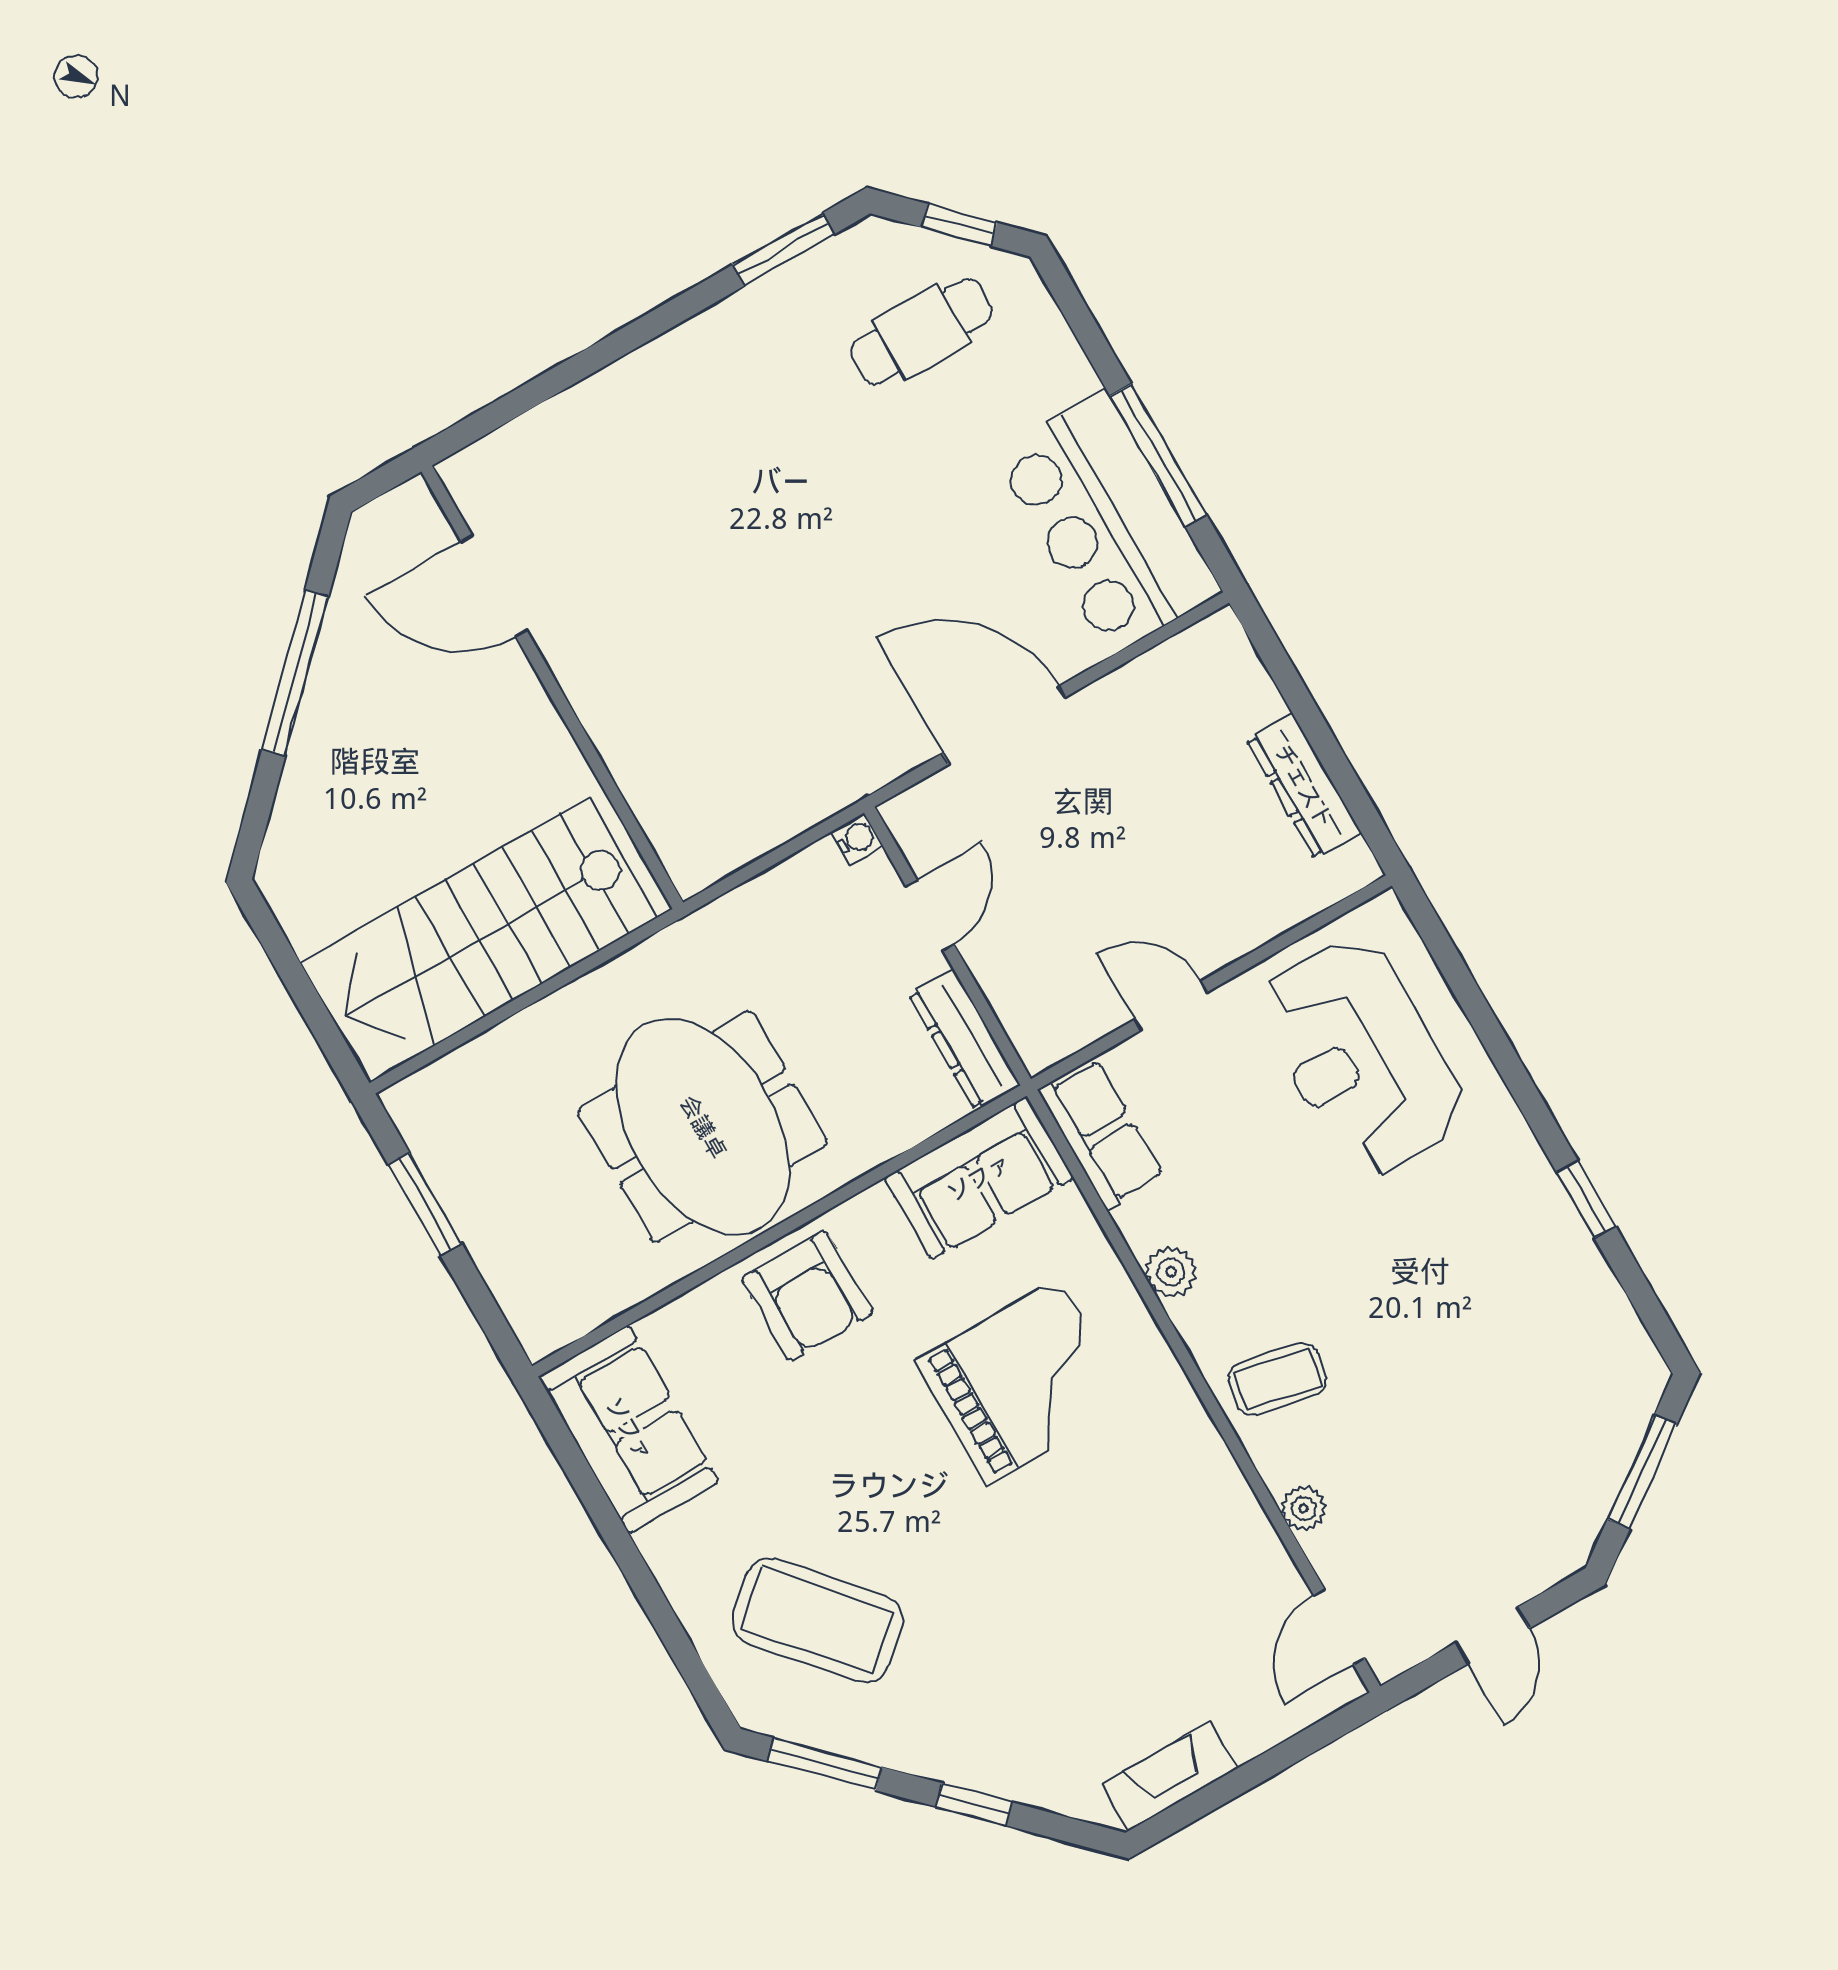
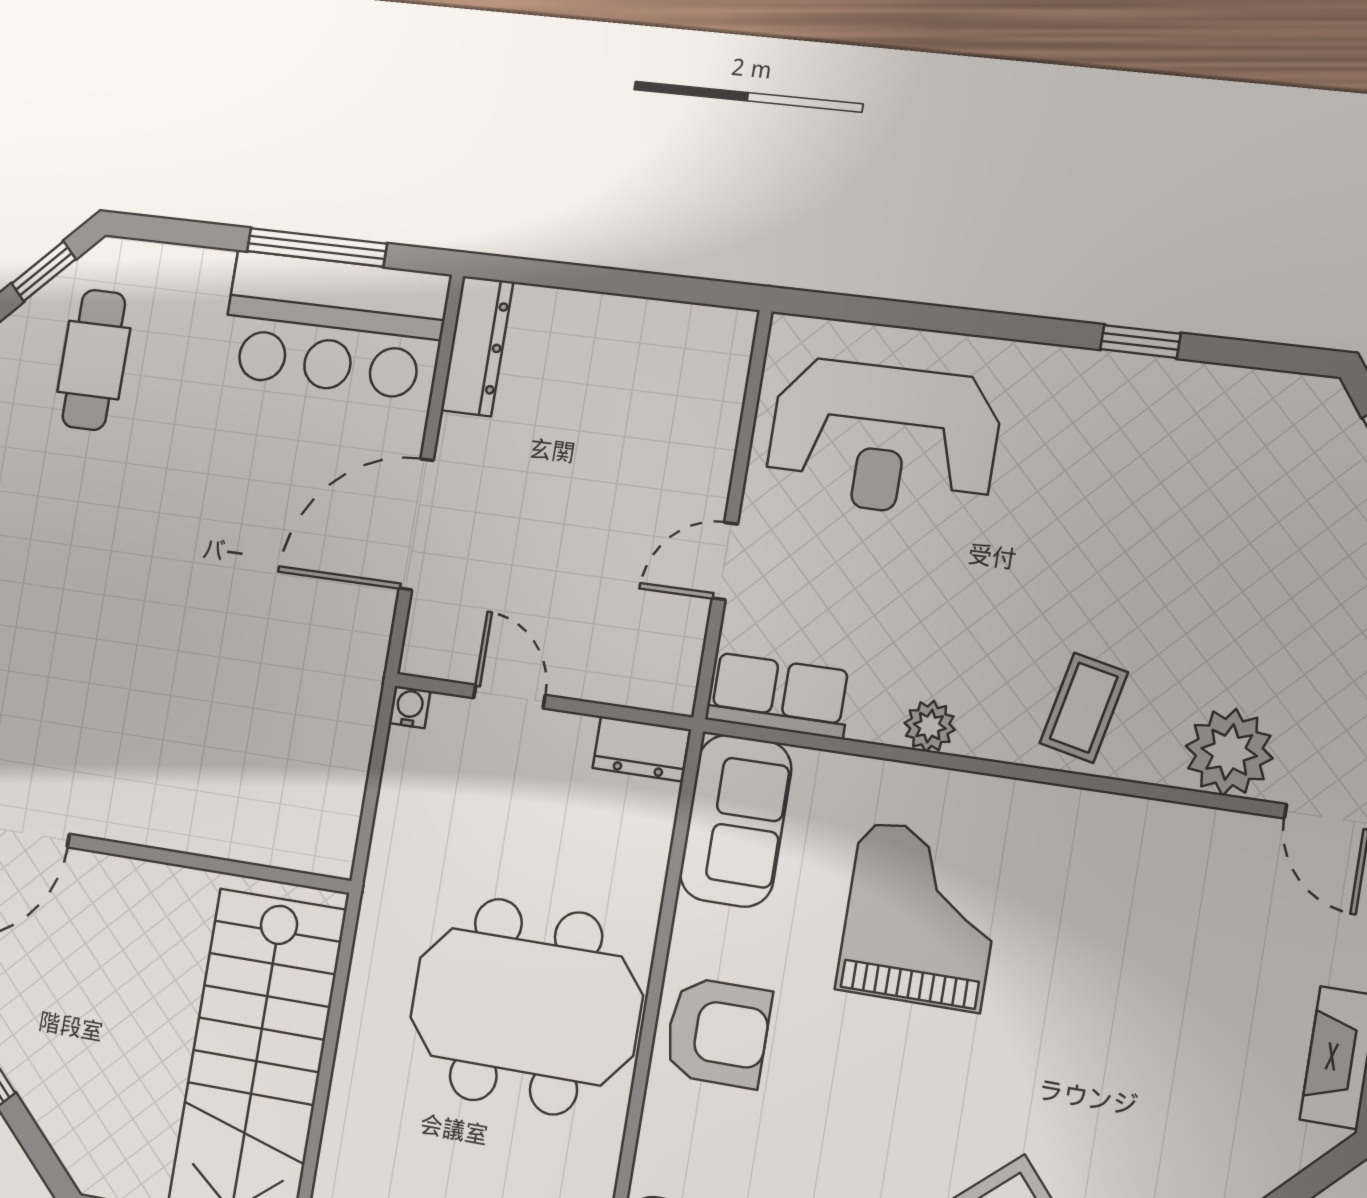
dresser: (1304, 786) -> (477, 346), moved, turned -90
dresser: (964, 1039) -> (641, 749), width x0.70
plant: (1303, 1508) -> (1229, 752), width x1.87, depth x1.87

